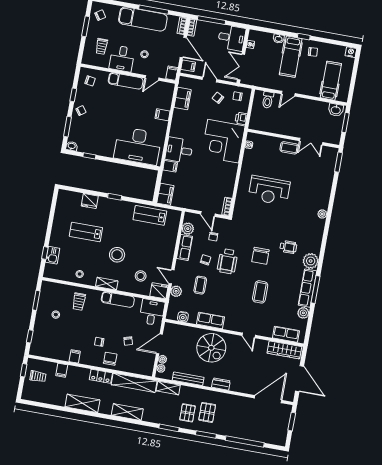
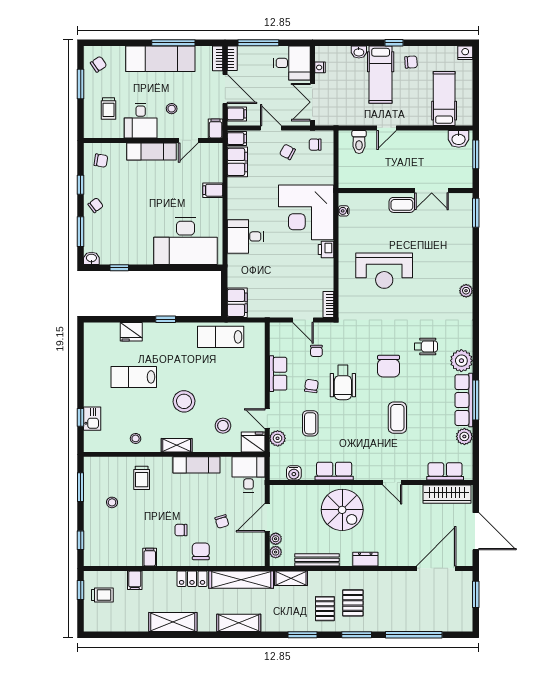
printer: (241, 118) -> (326, 250), moved
filing cabinet: (170, 166) -> (237, 139), moved
plant: (188, 229) -> (278, 346), removed

